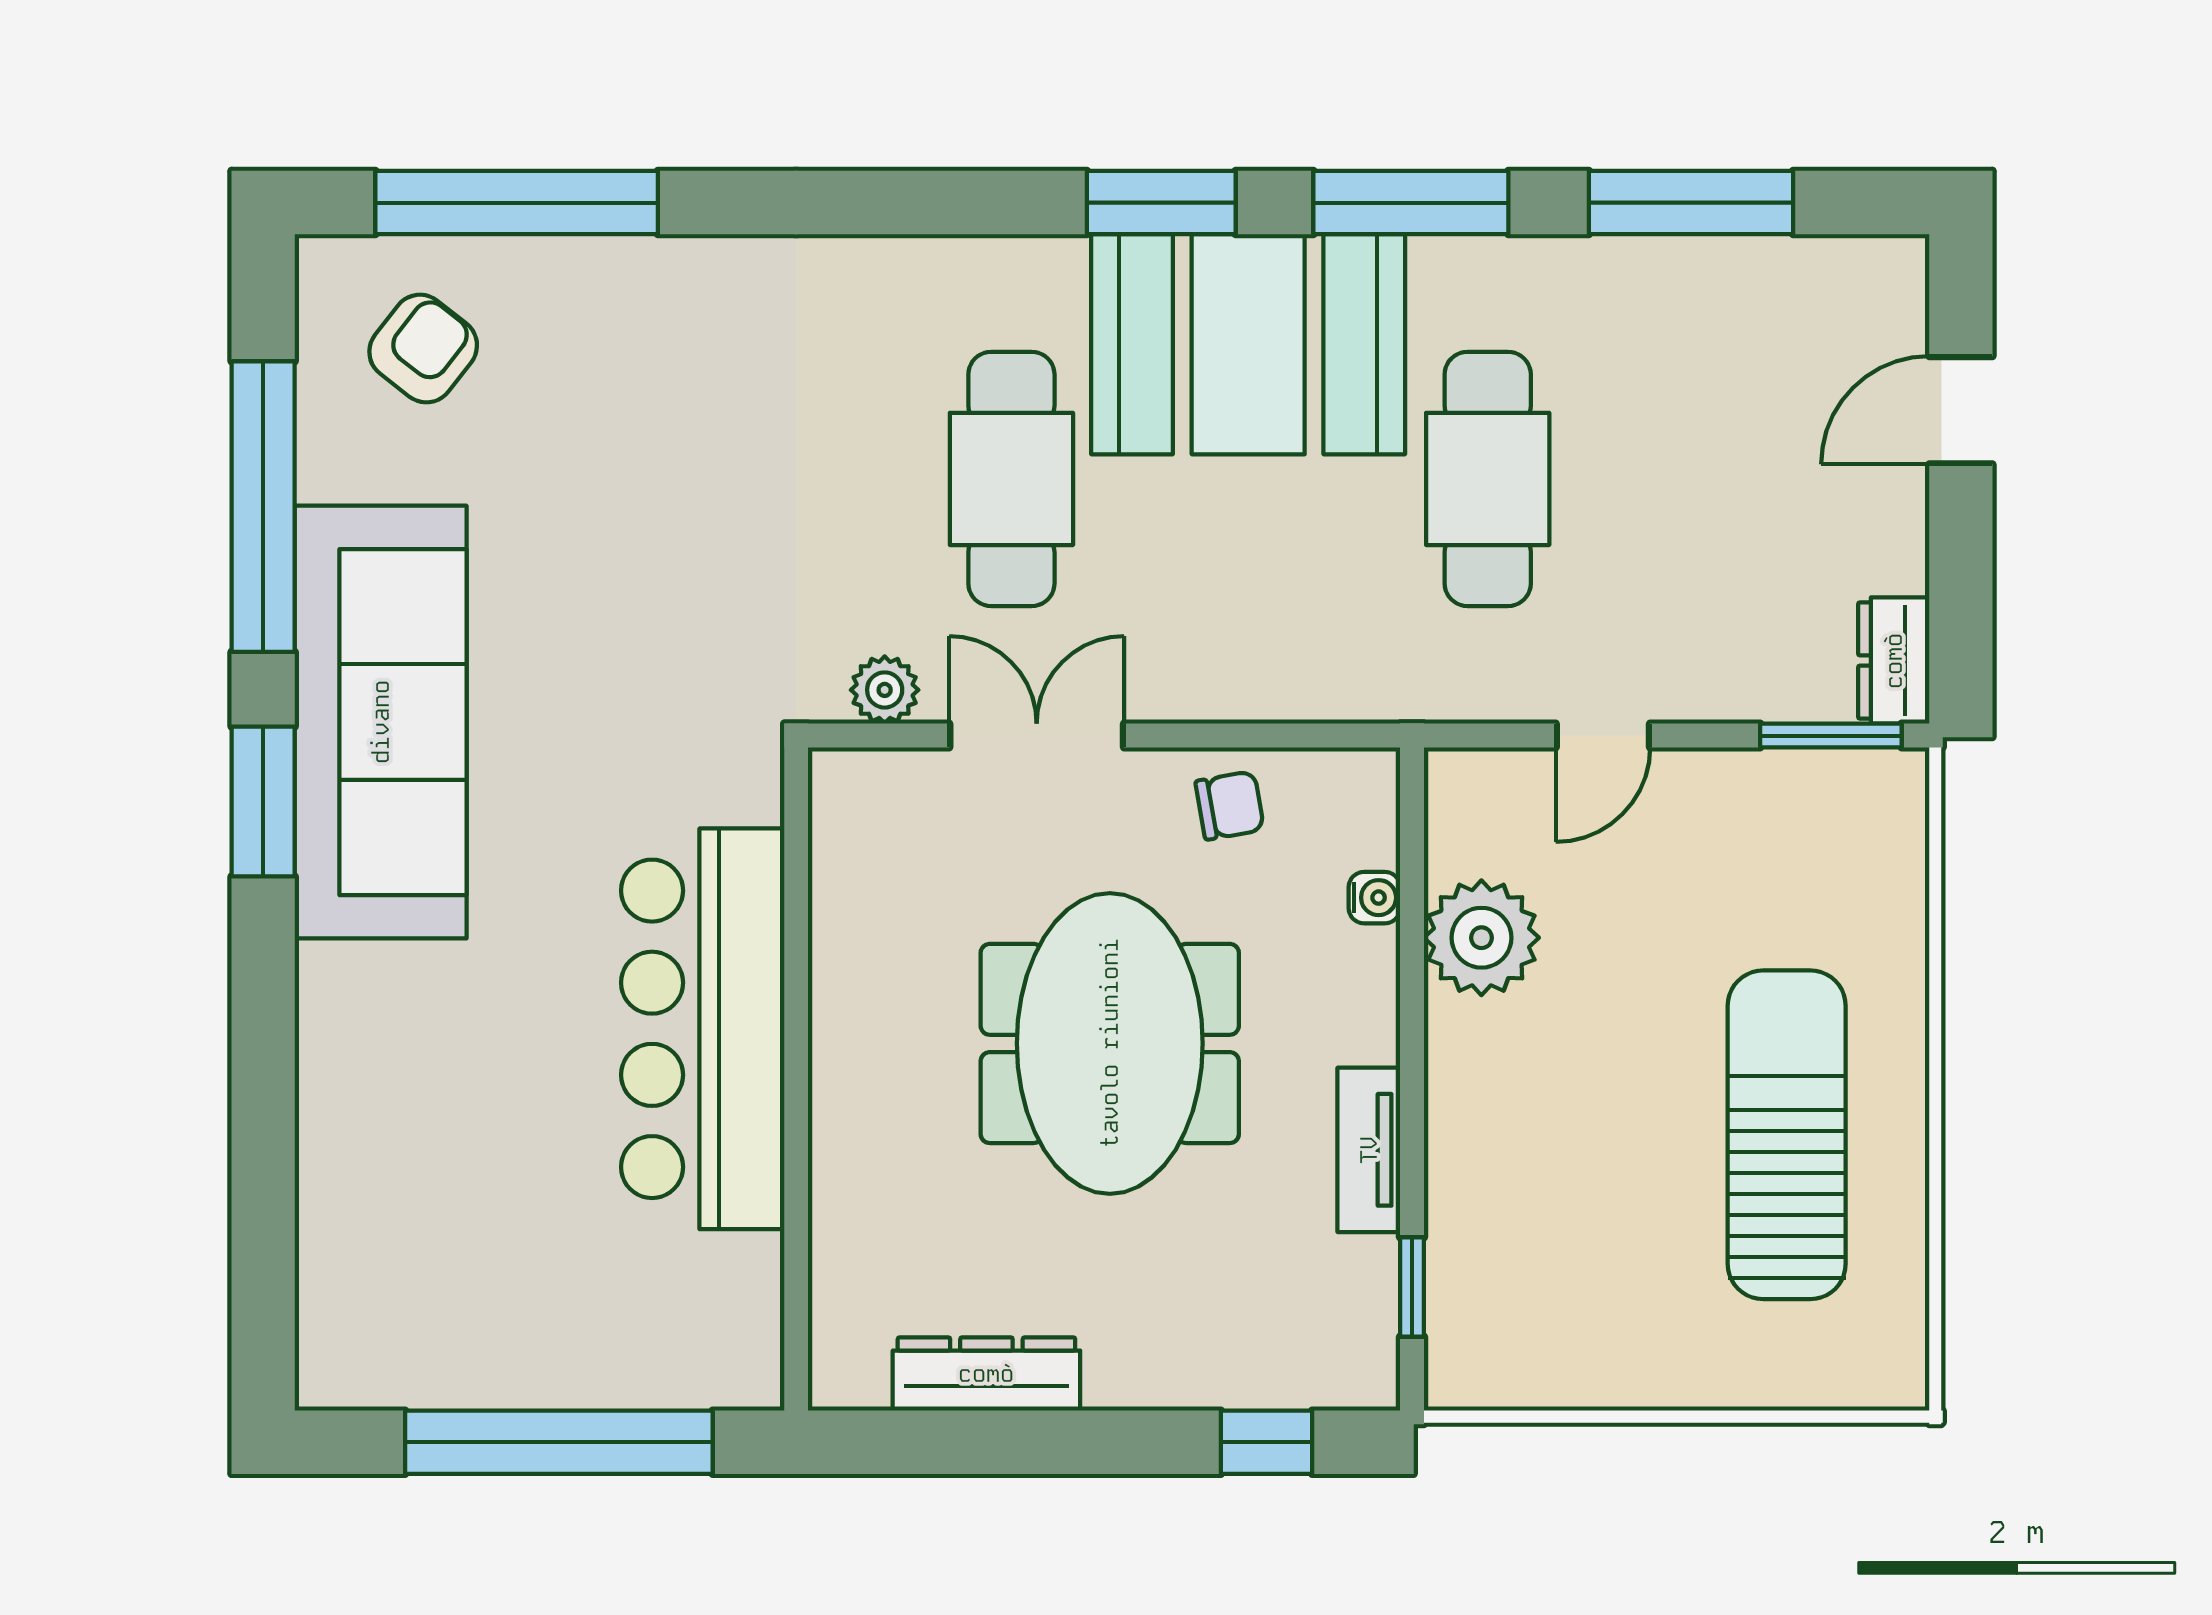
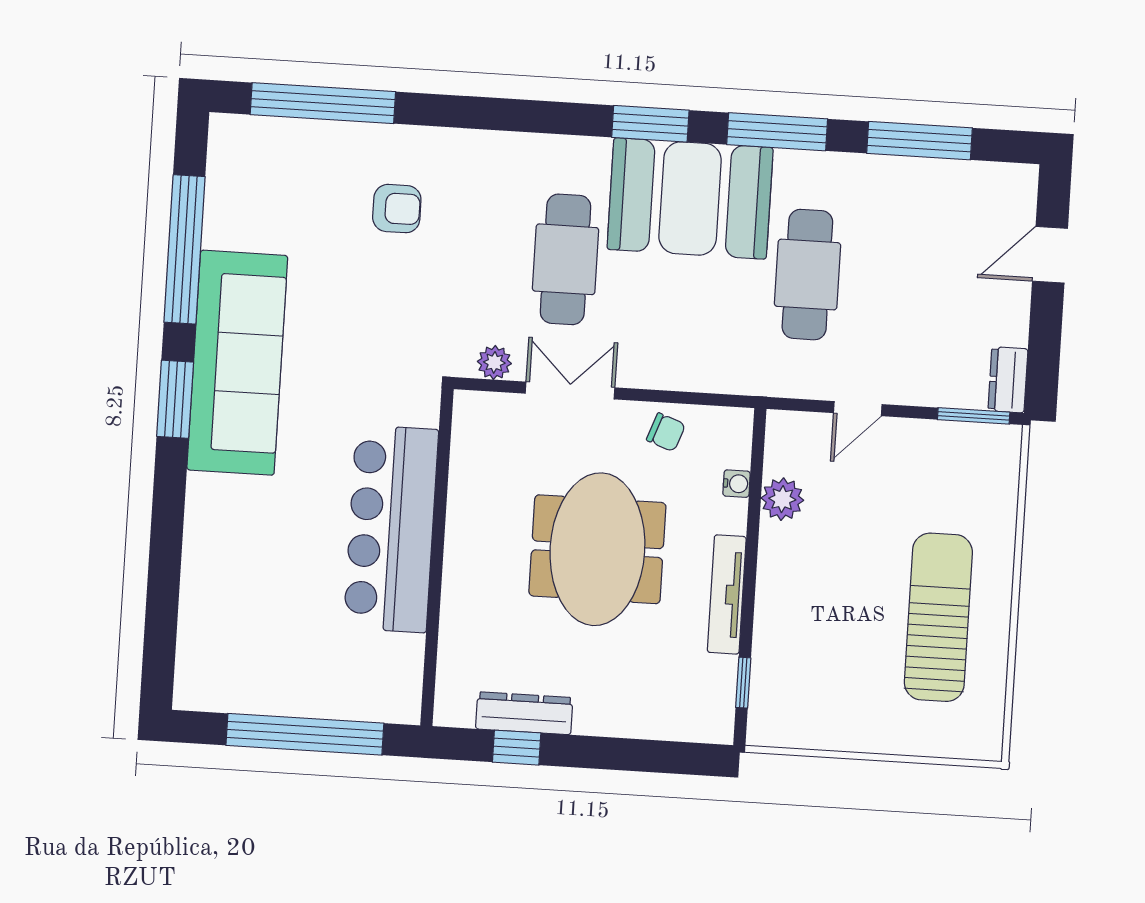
armchair: (423, 349) -> (397, 209), moved, turned 52
chair: (1230, 805) -> (666, 432), turned 30
plant: (1481, 938) -> (782, 499), width x0.73, depth x0.73
tv unit: (1369, 1150) -> (727, 594), width x1.41
window: (1267, 1442) -> (517, 748), moved

